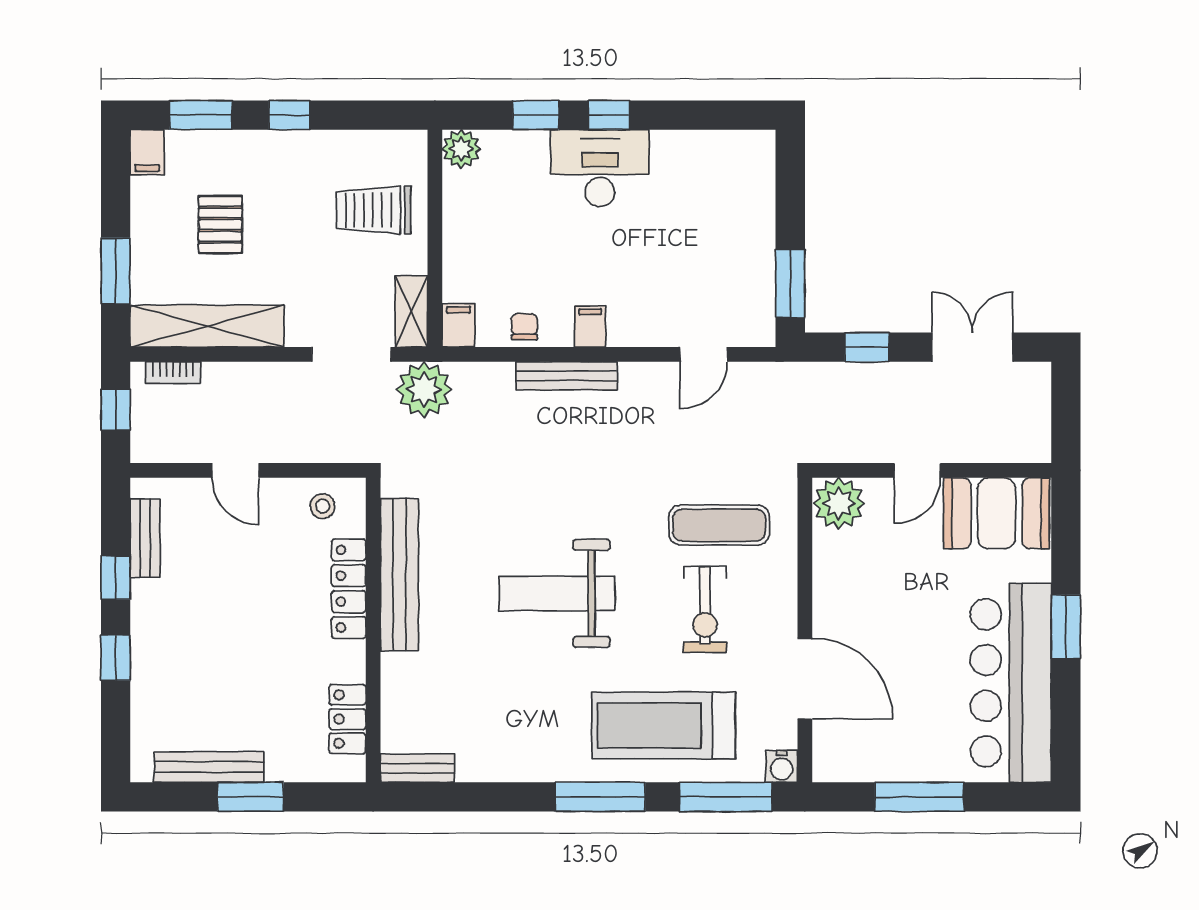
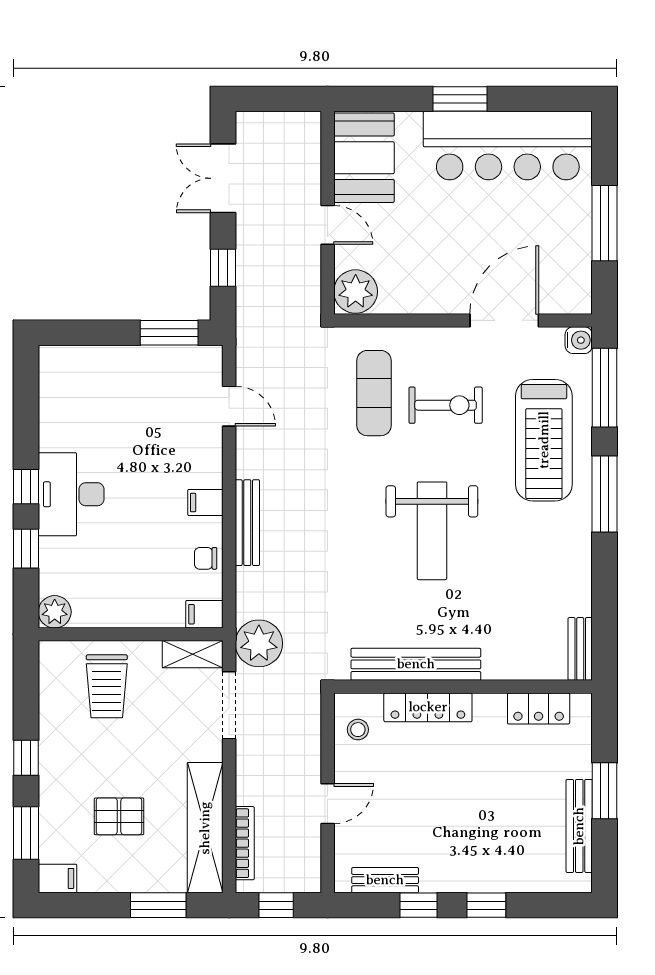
bookcase: (173, 373) -> (245, 843), width x1.56

